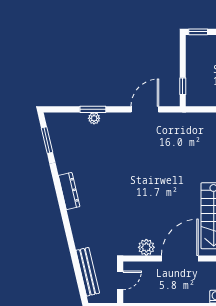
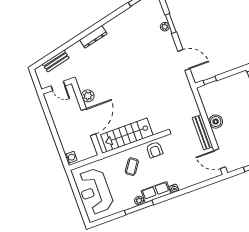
dresser: (69, 191) -> (93, 37), moved
door: (180, 259) -> (88, 122), hinge flipped
bench: (88, 272) -> (56, 61), width x0.73

